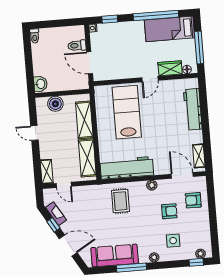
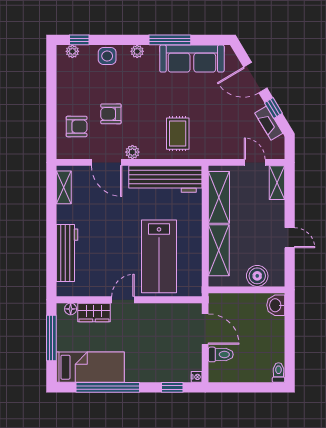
door: (182, 175) -> (107, 162), moved
side table: (173, 241) -> (107, 56), moved

